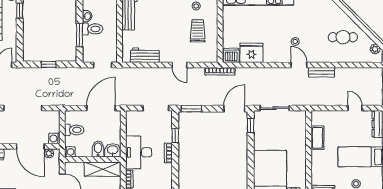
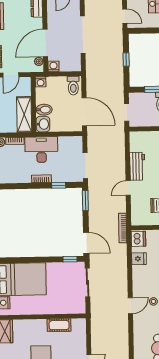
fridge: (251, 53) -> (139, 259), width x0.53, depth x0.75
workbench: (145, 55) -> (137, 166), moved
bench: (322, 72) -> (124, 328), removed
toilet: (74, 130) -> (73, 86), moved

